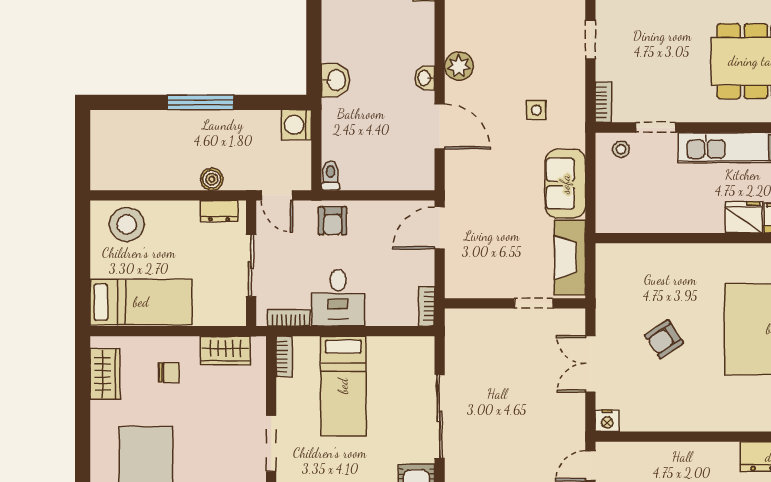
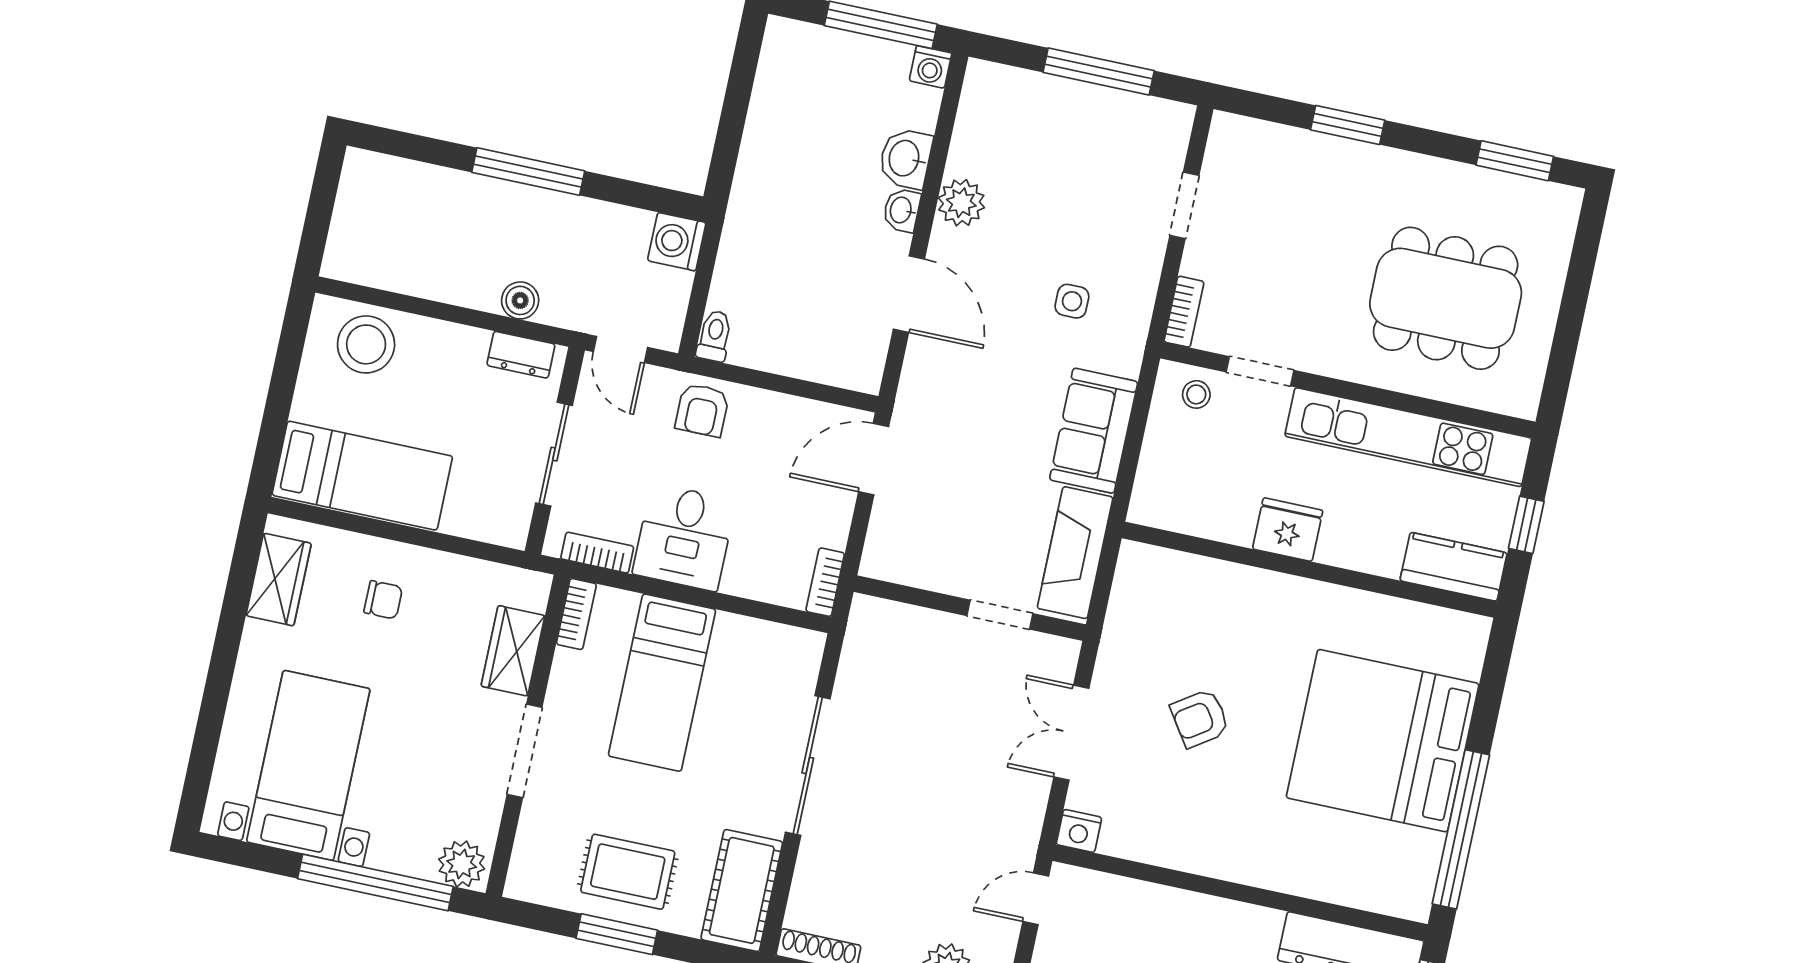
washbasin: (336, 80) -> (905, 158), moved, turned 180
fridge: (744, 217) -> (1288, 530), moved
wardrobe: (225, 351) -> (513, 651), moved, turned 90

